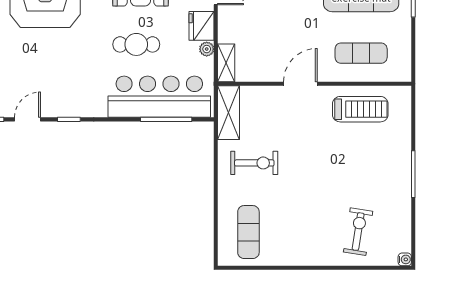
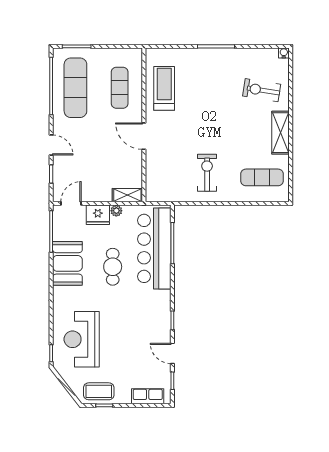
shelving: (229, 113) -> (280, 133), moved, turned 90

